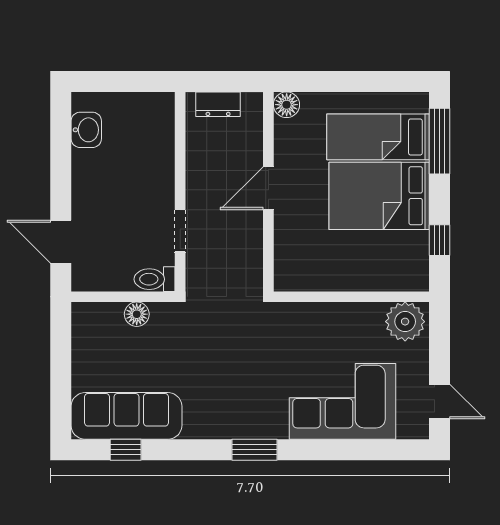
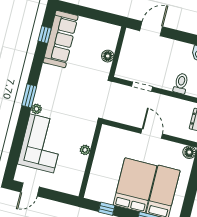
toilet: (155, 279) -> (181, 83), moved
plant: (405, 322) -> (85, 150), moved, width x0.53, depth x0.53
plant: (277, 429) -> (36, 109), added

